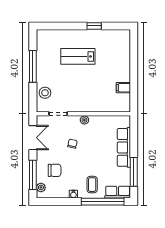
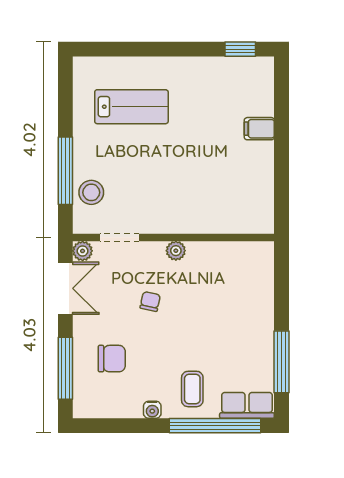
window: (94, 26) -> (240, 49), moved
lab bench: (78, 56) -> (131, 107), moved, turned 180
window: (33, 66) -> (65, 171), moved
filing cabinet: (123, 88) -> (259, 129), moved
row of seats: (124, 147) -> (260, 309), removed
plant: (41, 187) -> (83, 251), moved

